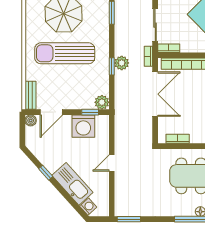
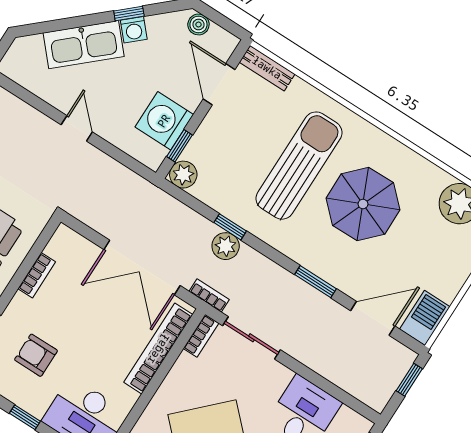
boiler: (31, 120) -> (198, 24), moved
bookcase: (178, 139) -> (37, 275), moved
washing machine: (88, 207) -> (134, 30), moved

